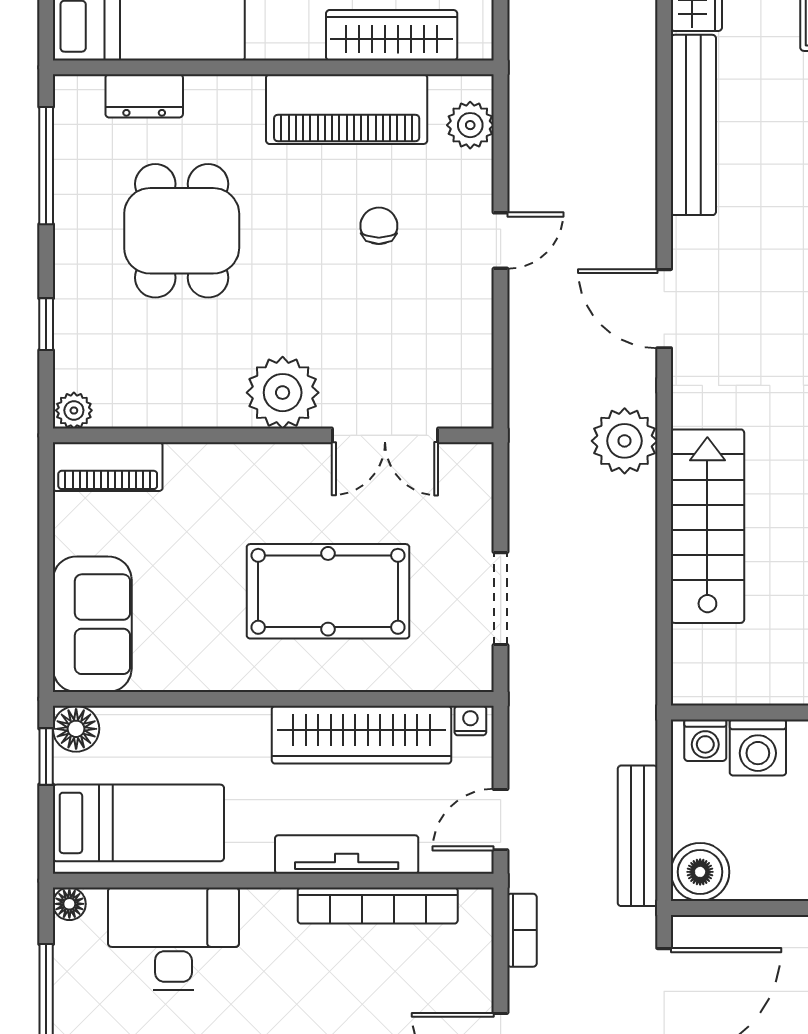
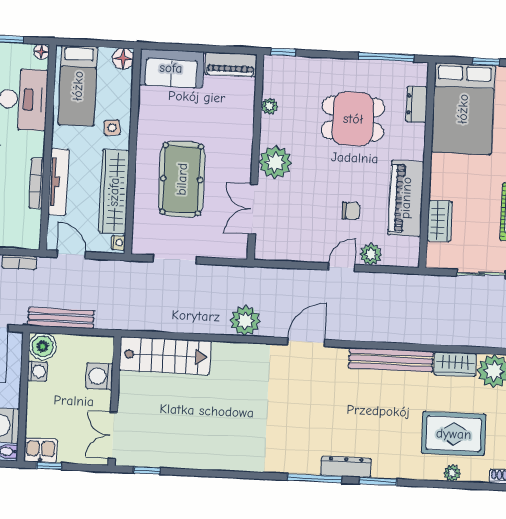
wardrobe: (392, 35) -> (439, 221), width x0.67
plant: (470, 125) -> (371, 254), moved
door: (501, 241) -> (341, 267), swing flipped
window: (46, 324) -> (283, 52), moved
plant: (74, 410) -> (270, 106), moved
piano: (108, 467) -> (231, 64), moved, turned -90
stairs: (707, 526) -> (165, 356), moved
washing machine: (705, 740) -> (38, 371), moved, turned 180
side table: (225, 745) -> (112, 128), added
window: (46, 757) -> (111, 44), removed
bookcase: (378, 906) -> (37, 183), width x0.68, depth x0.76

